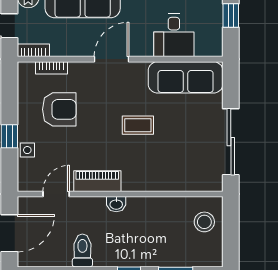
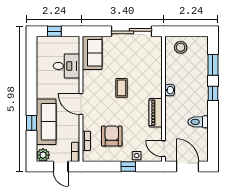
sofa: (186, 77) -> (92, 53), width x0.73
door: (56, 194) -> (164, 149), moved
washbasin: (116, 204) -> (170, 90), moved

